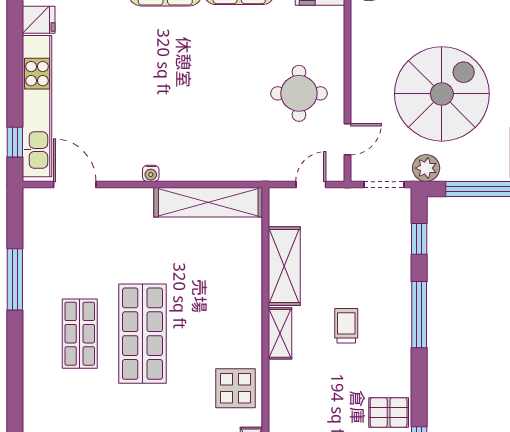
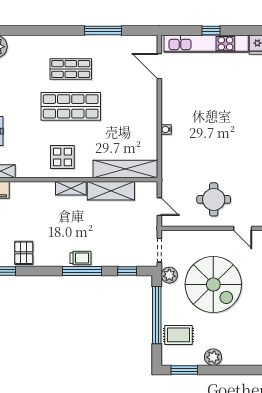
door: (348, 139) -> (243, 228), moved
window: (15, 142) -> (211, 30), moved
water cooler: (151, 173) -> (166, 130), moved
door: (75, 185) -> (159, 66), swing flipped
shelving: (208, 202) -> (125, 169), moved, turned 90
trolley: (346, 326) -> (80, 258), moved
display table: (235, 388) -> (62, 157), moved

